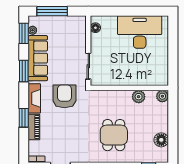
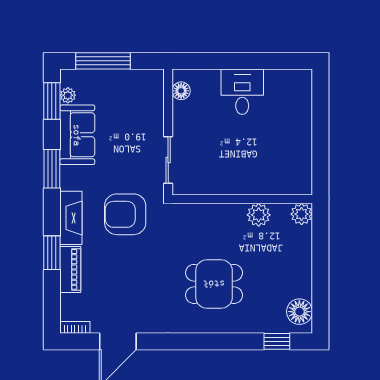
desk: (140, 32) -> (242, 92), width x0.53, depth x0.77
sofa: (38, 58) -> (77, 135), width x0.73
armchair: (64, 96) -> (125, 214), turned -90
dining table: (114, 135) -> (214, 284), turned 90
floor lamp: (161, 140) -> (299, 312), moved

